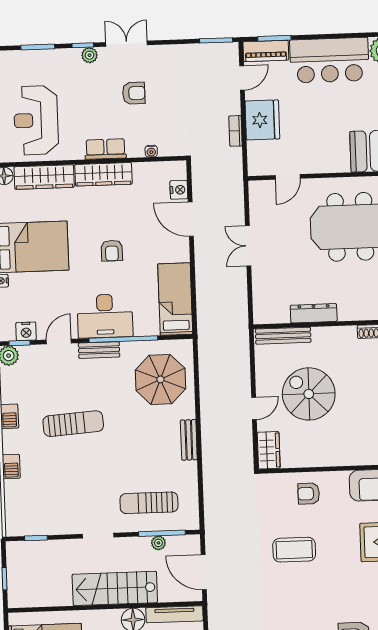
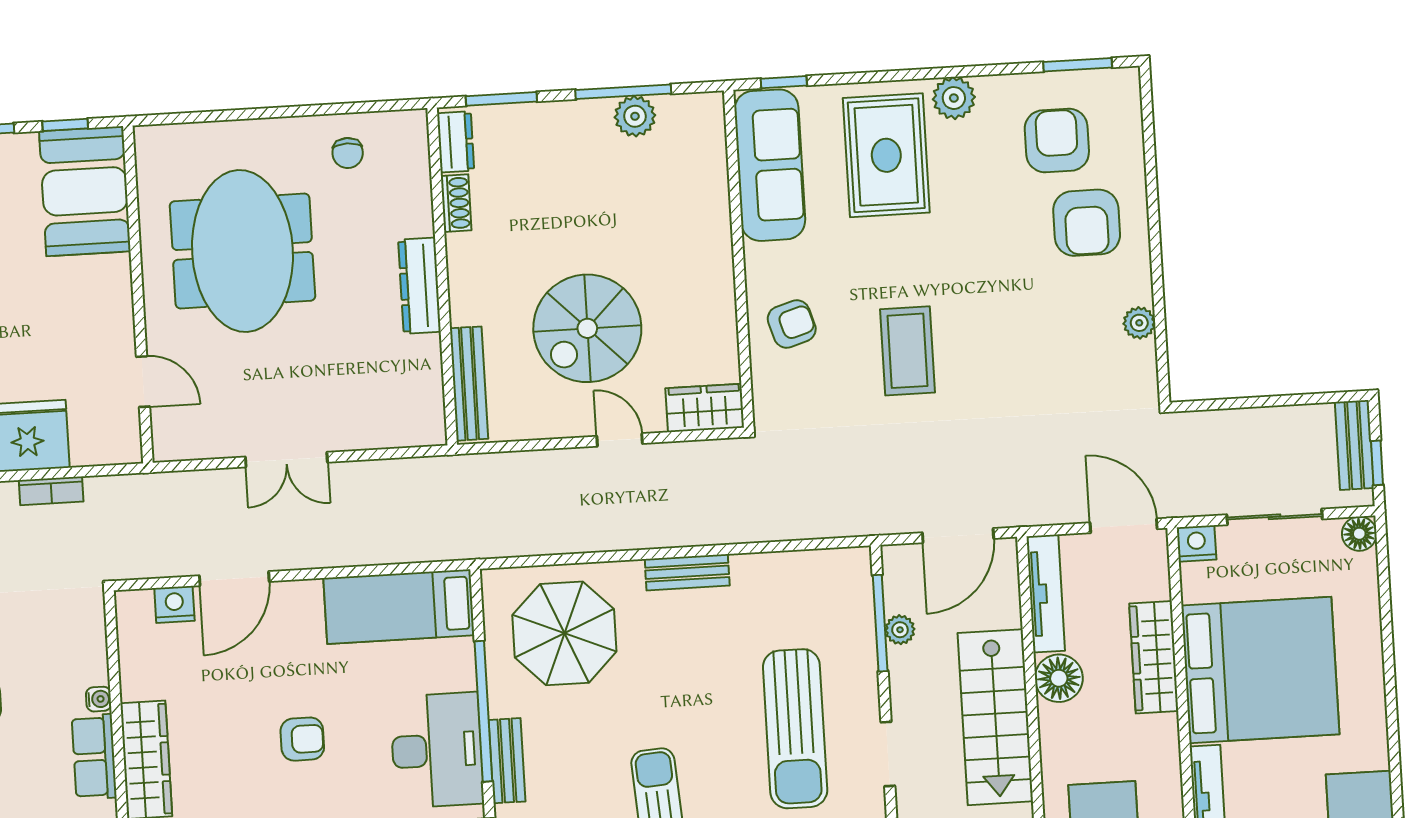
water cooler: (151, 151) -> (99, 699), moved
dresser: (314, 313) -> (419, 286), moved
armchair: (309, 494) -> (792, 324), turned -107
sun lounger: (149, 503) -> (795, 729), moved, width x1.36, depth x1.34

